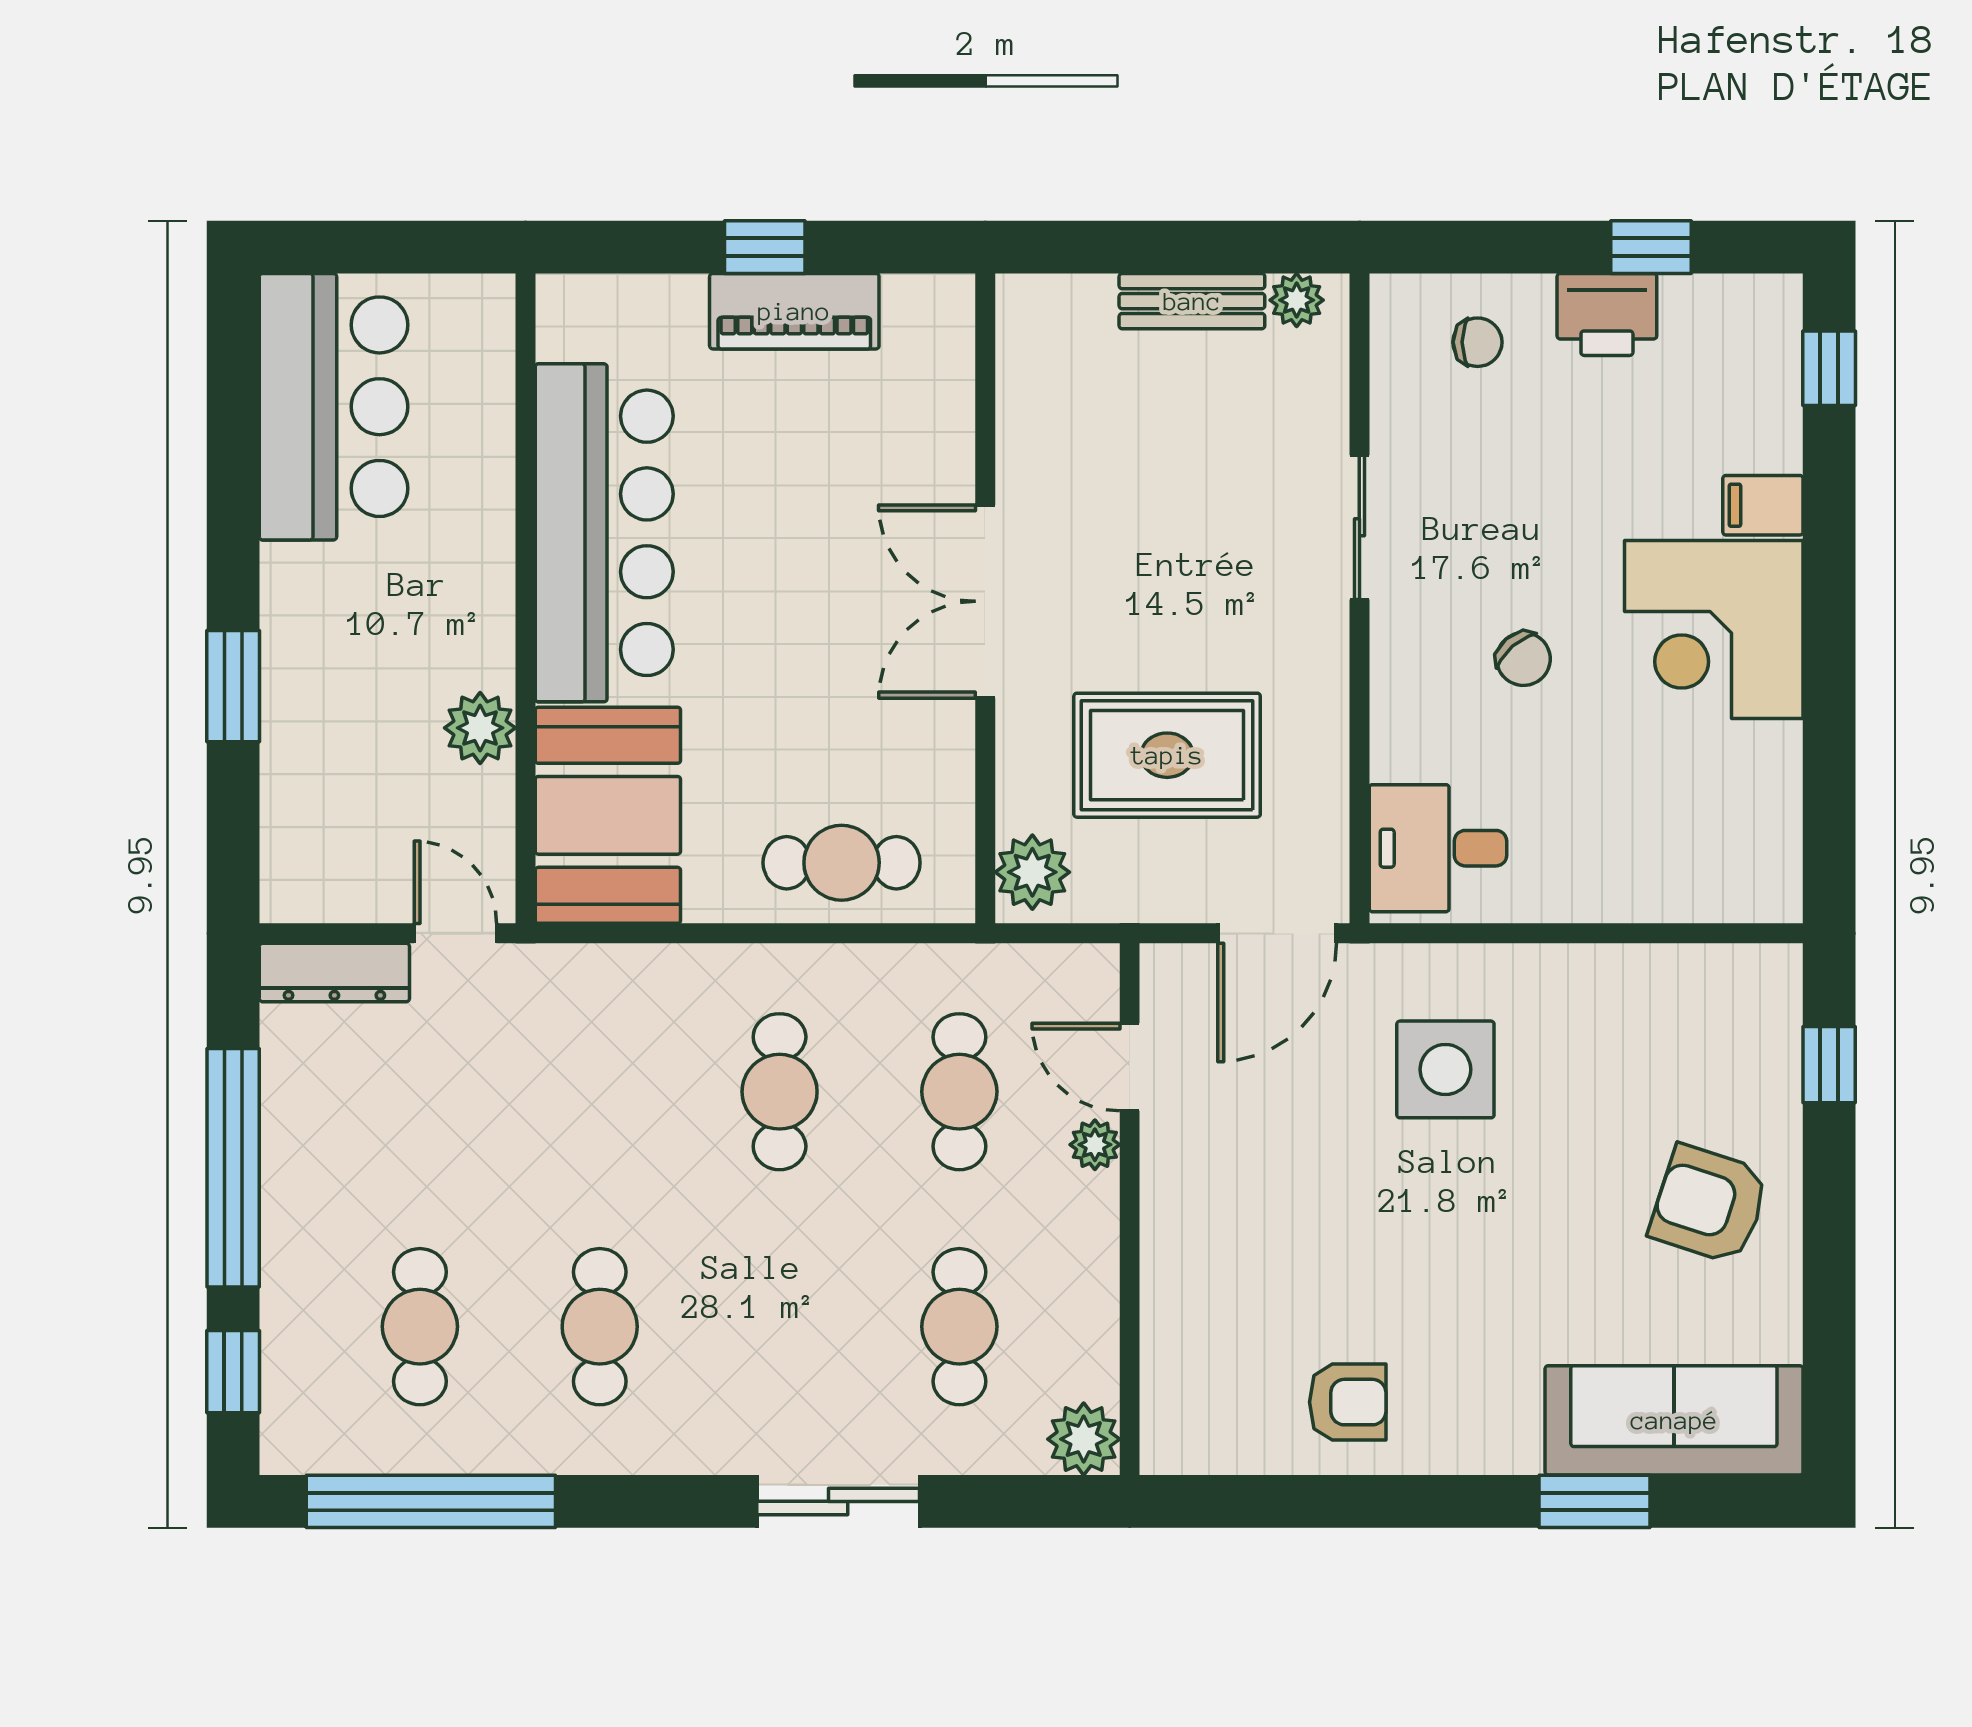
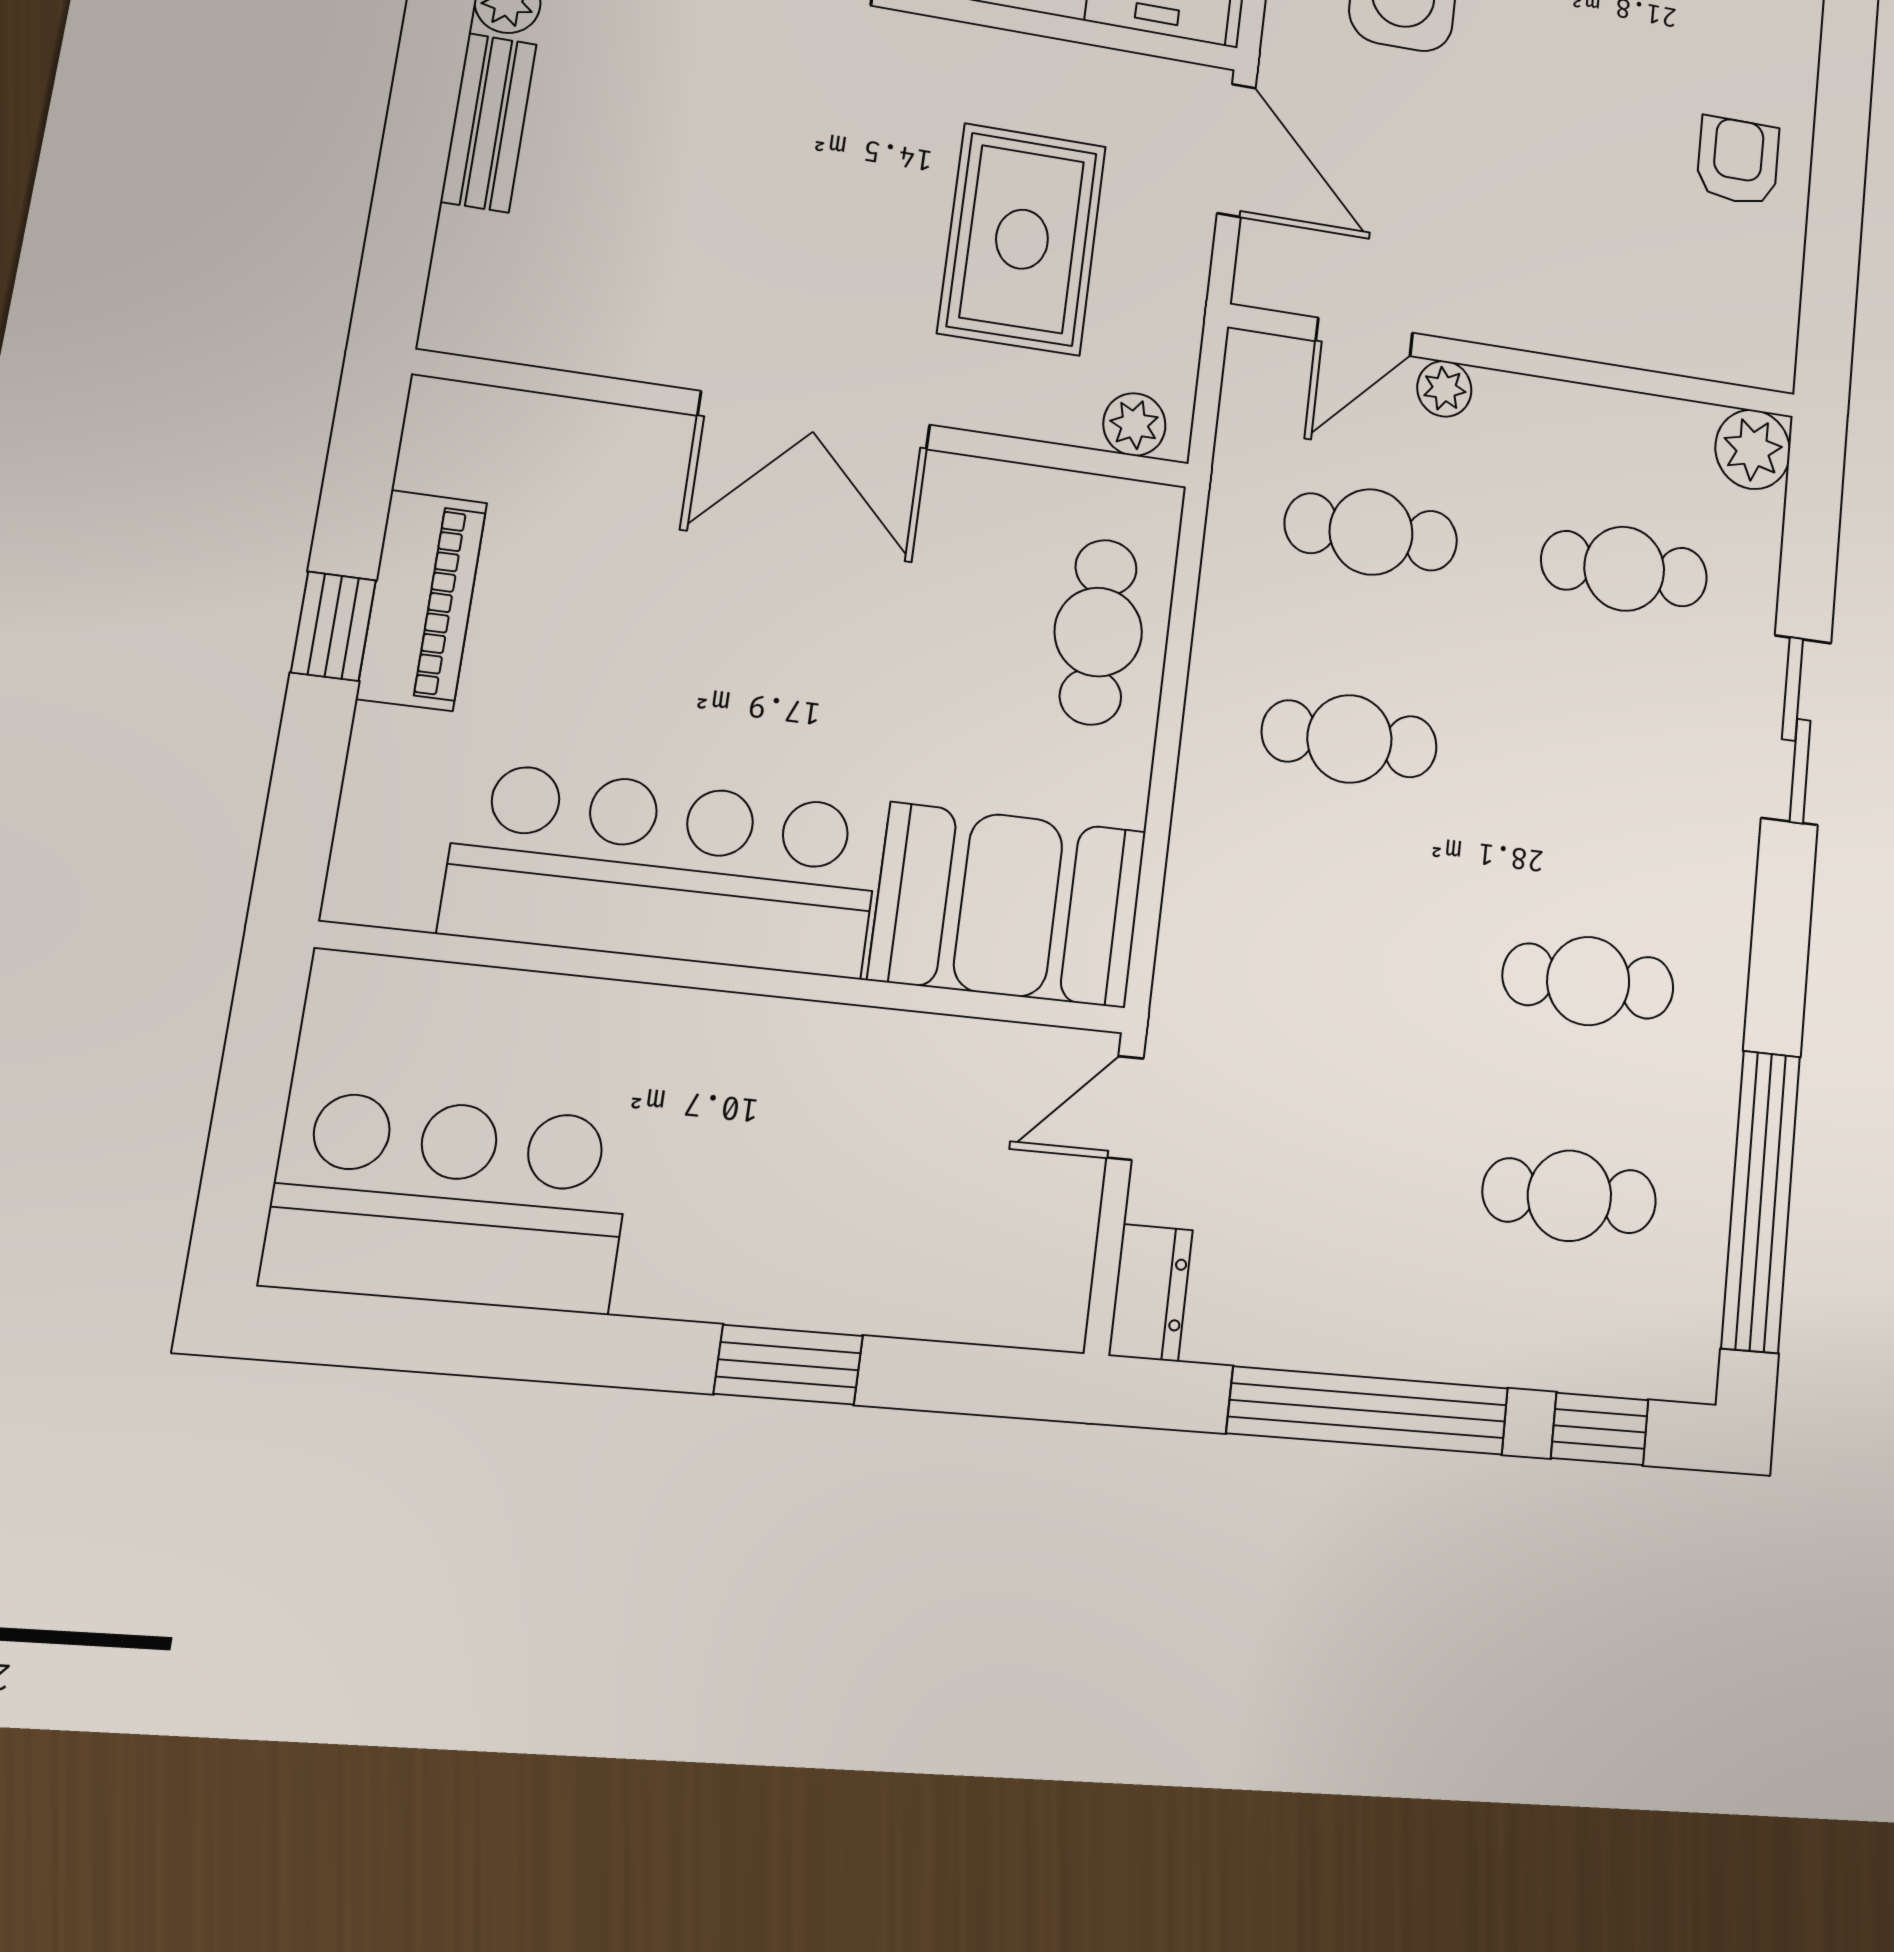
plant: (480, 728) -> (883, 1052), removed
plant: (1032, 872) -> (1134, 424), width x0.73, depth x0.73
dresser: (334, 973) -> (1151, 1293), width x0.70

